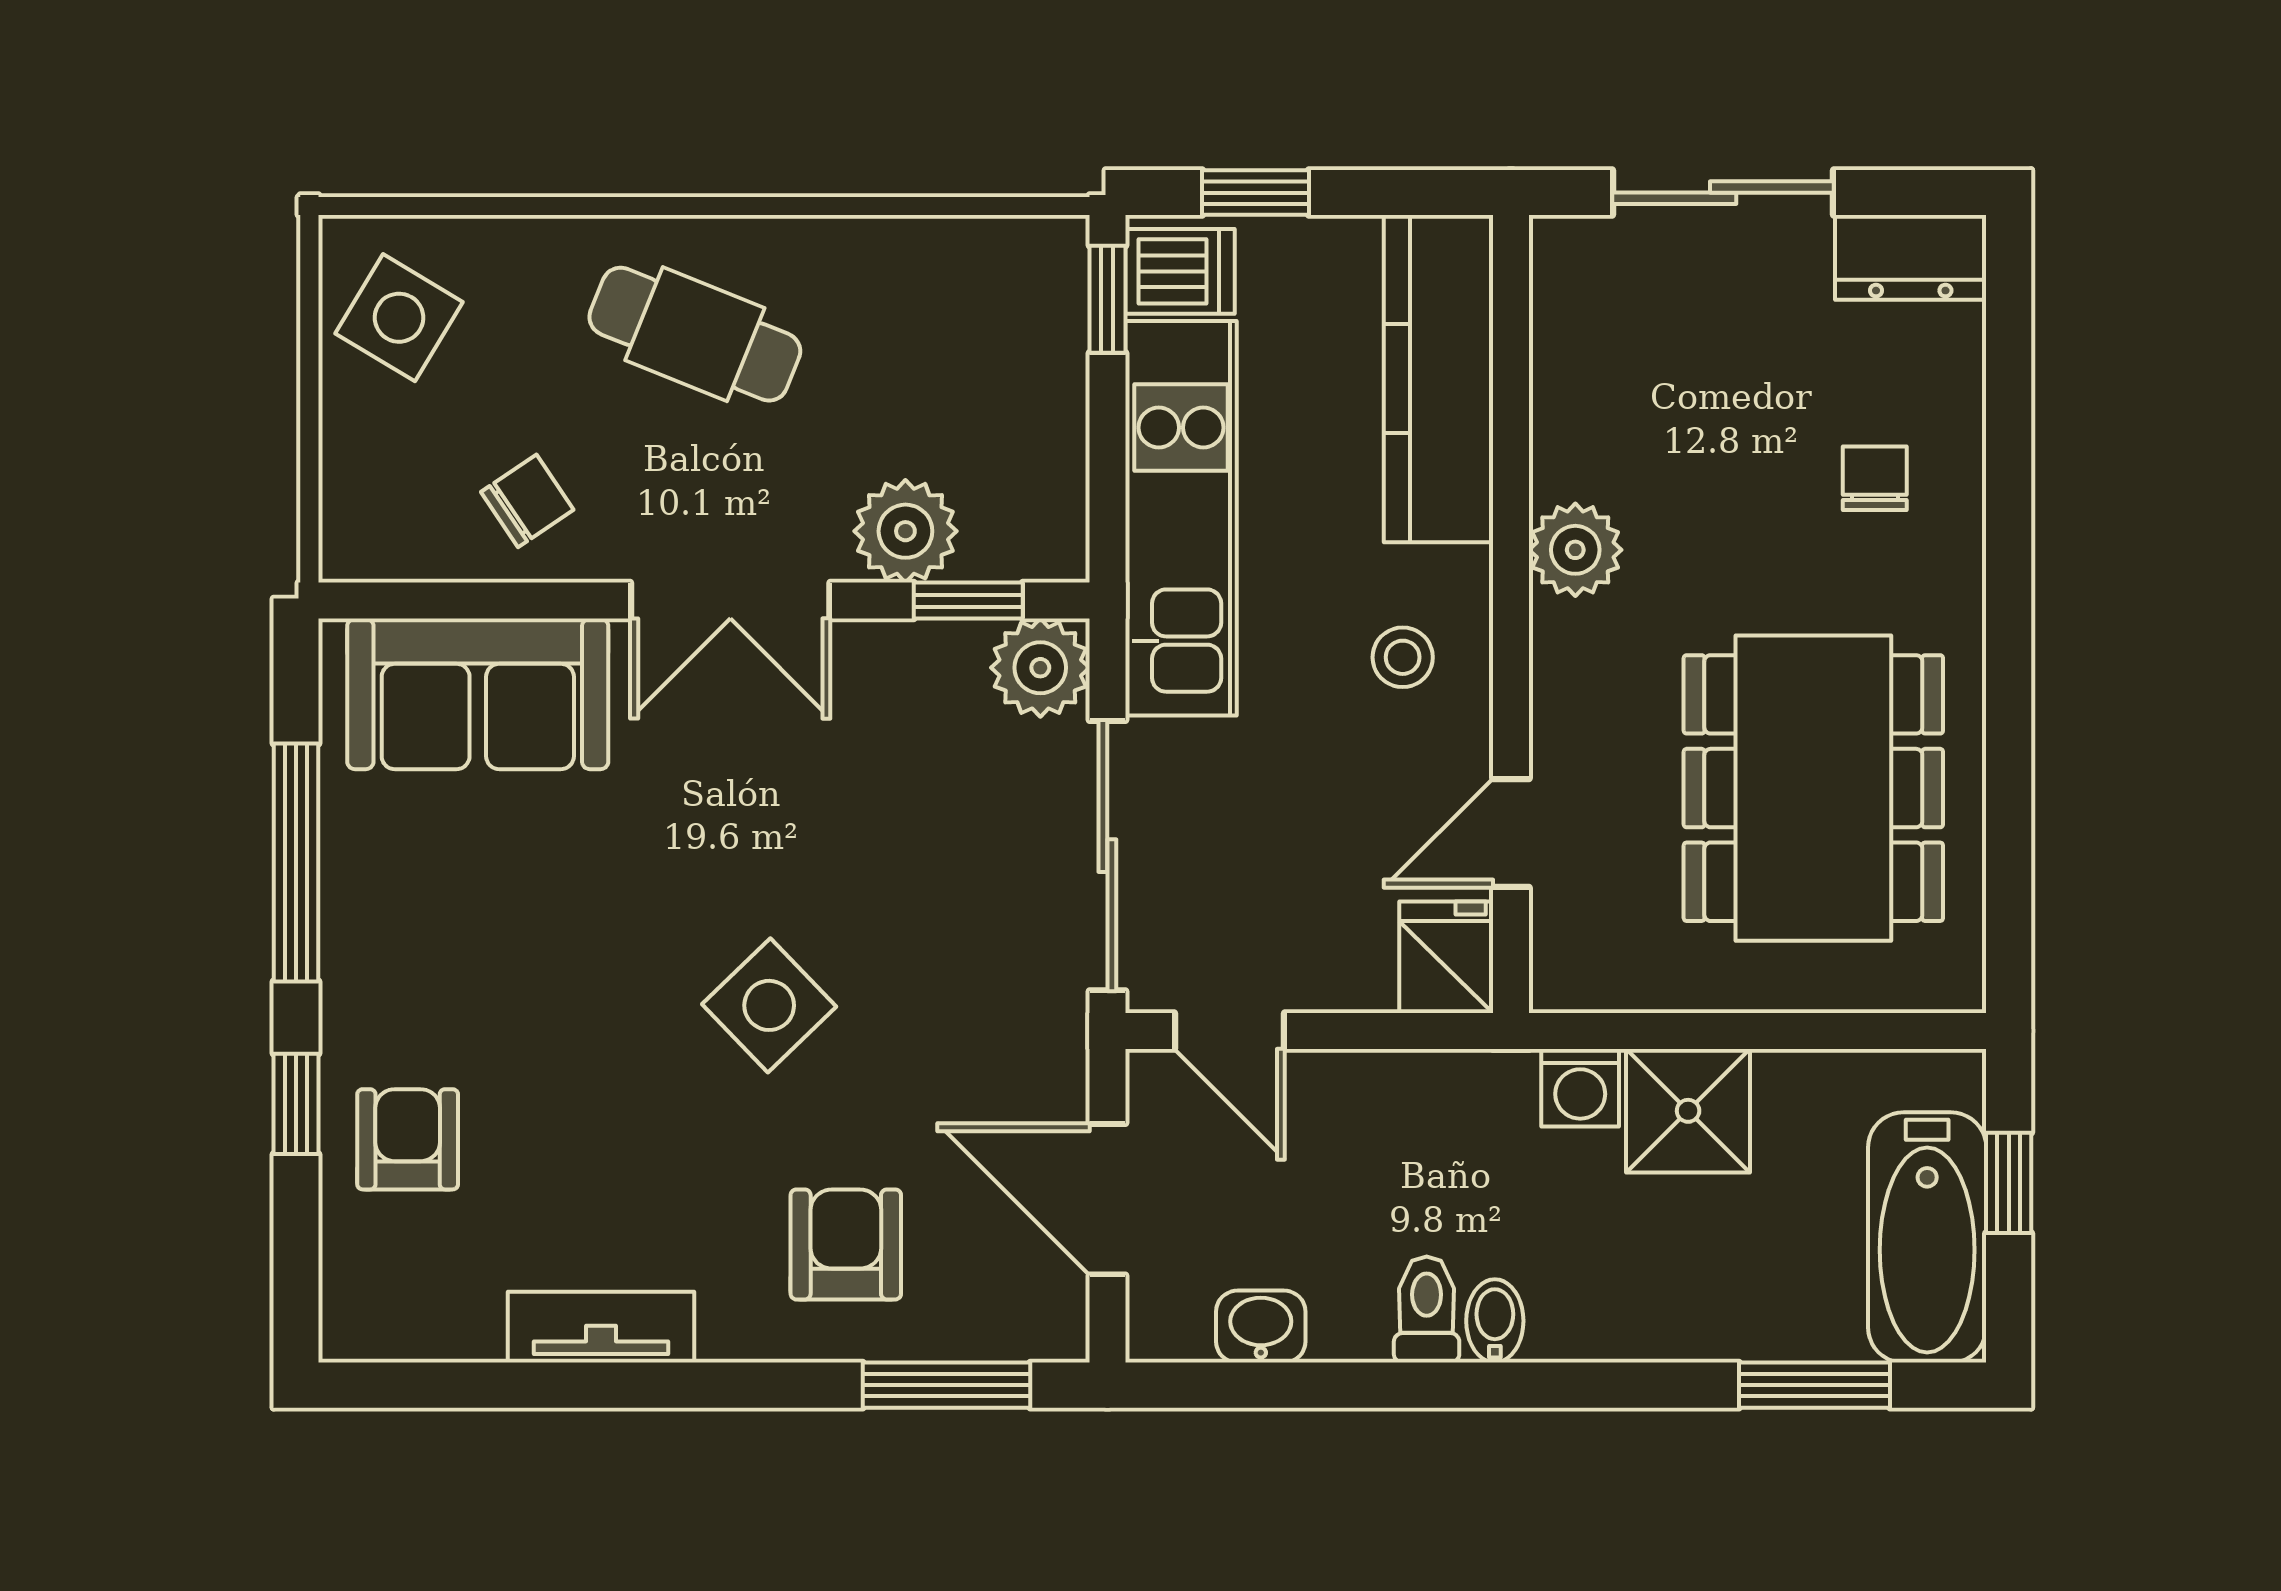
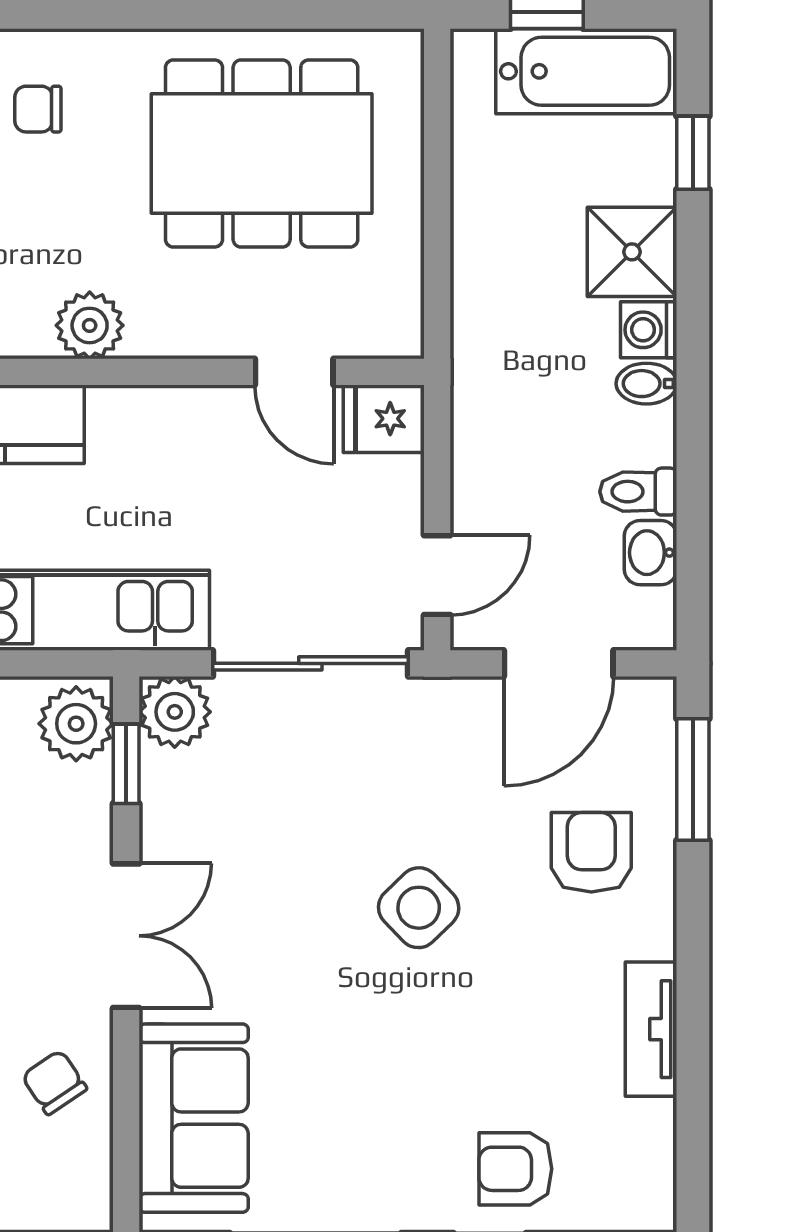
plant: (905, 531) -> (76, 724), moved
stool: (1403, 657) -> (167, 450), removed
washing machine: (1580, 1088) -> (649, 330), moved, turned 180
shower: (1688, 1111) -> (632, 252), moved
armchair: (846, 1244) -> (591, 852), turned 90
toilet: (1427, 1310) -> (638, 492), moved
window: (1814, 1385) -> (693, 153), width x0.67

